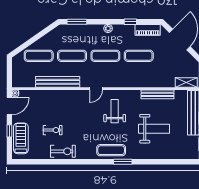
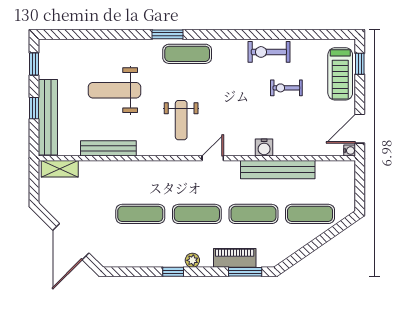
window: (130, 22) -> (173, 272), moved
piano: (148, 30) -> (235, 258), moved
water cooler: (66, 95) -> (264, 148), added
window: (9, 131) -> (360, 64), moved

